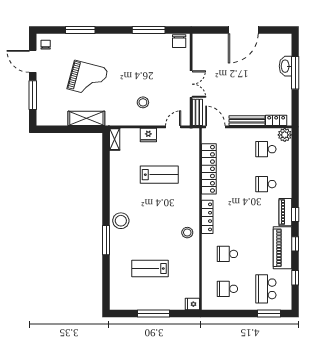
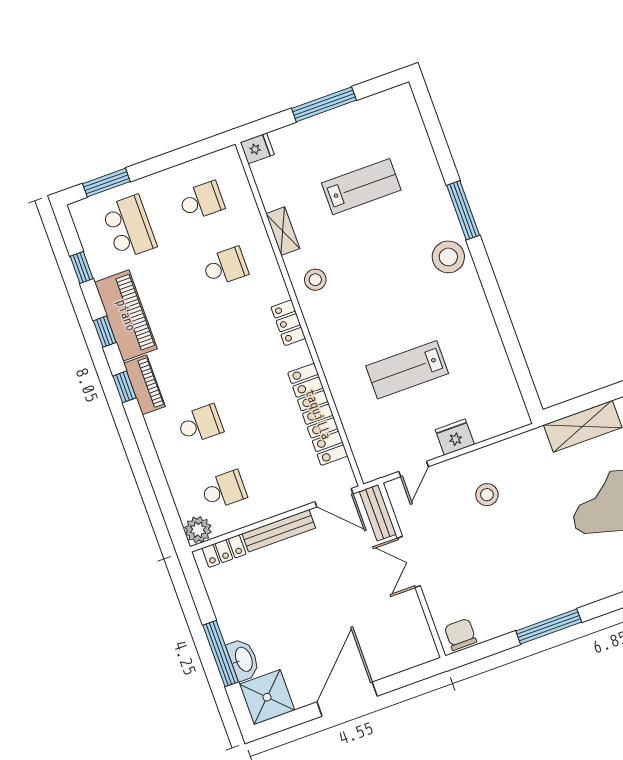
window: (149, 30) -> (549, 626), moved
shower: (281, 44) -> (267, 697), added
shelving: (115, 139) -> (283, 231), moved
locker: (207, 217) -> (288, 323), width x0.66

